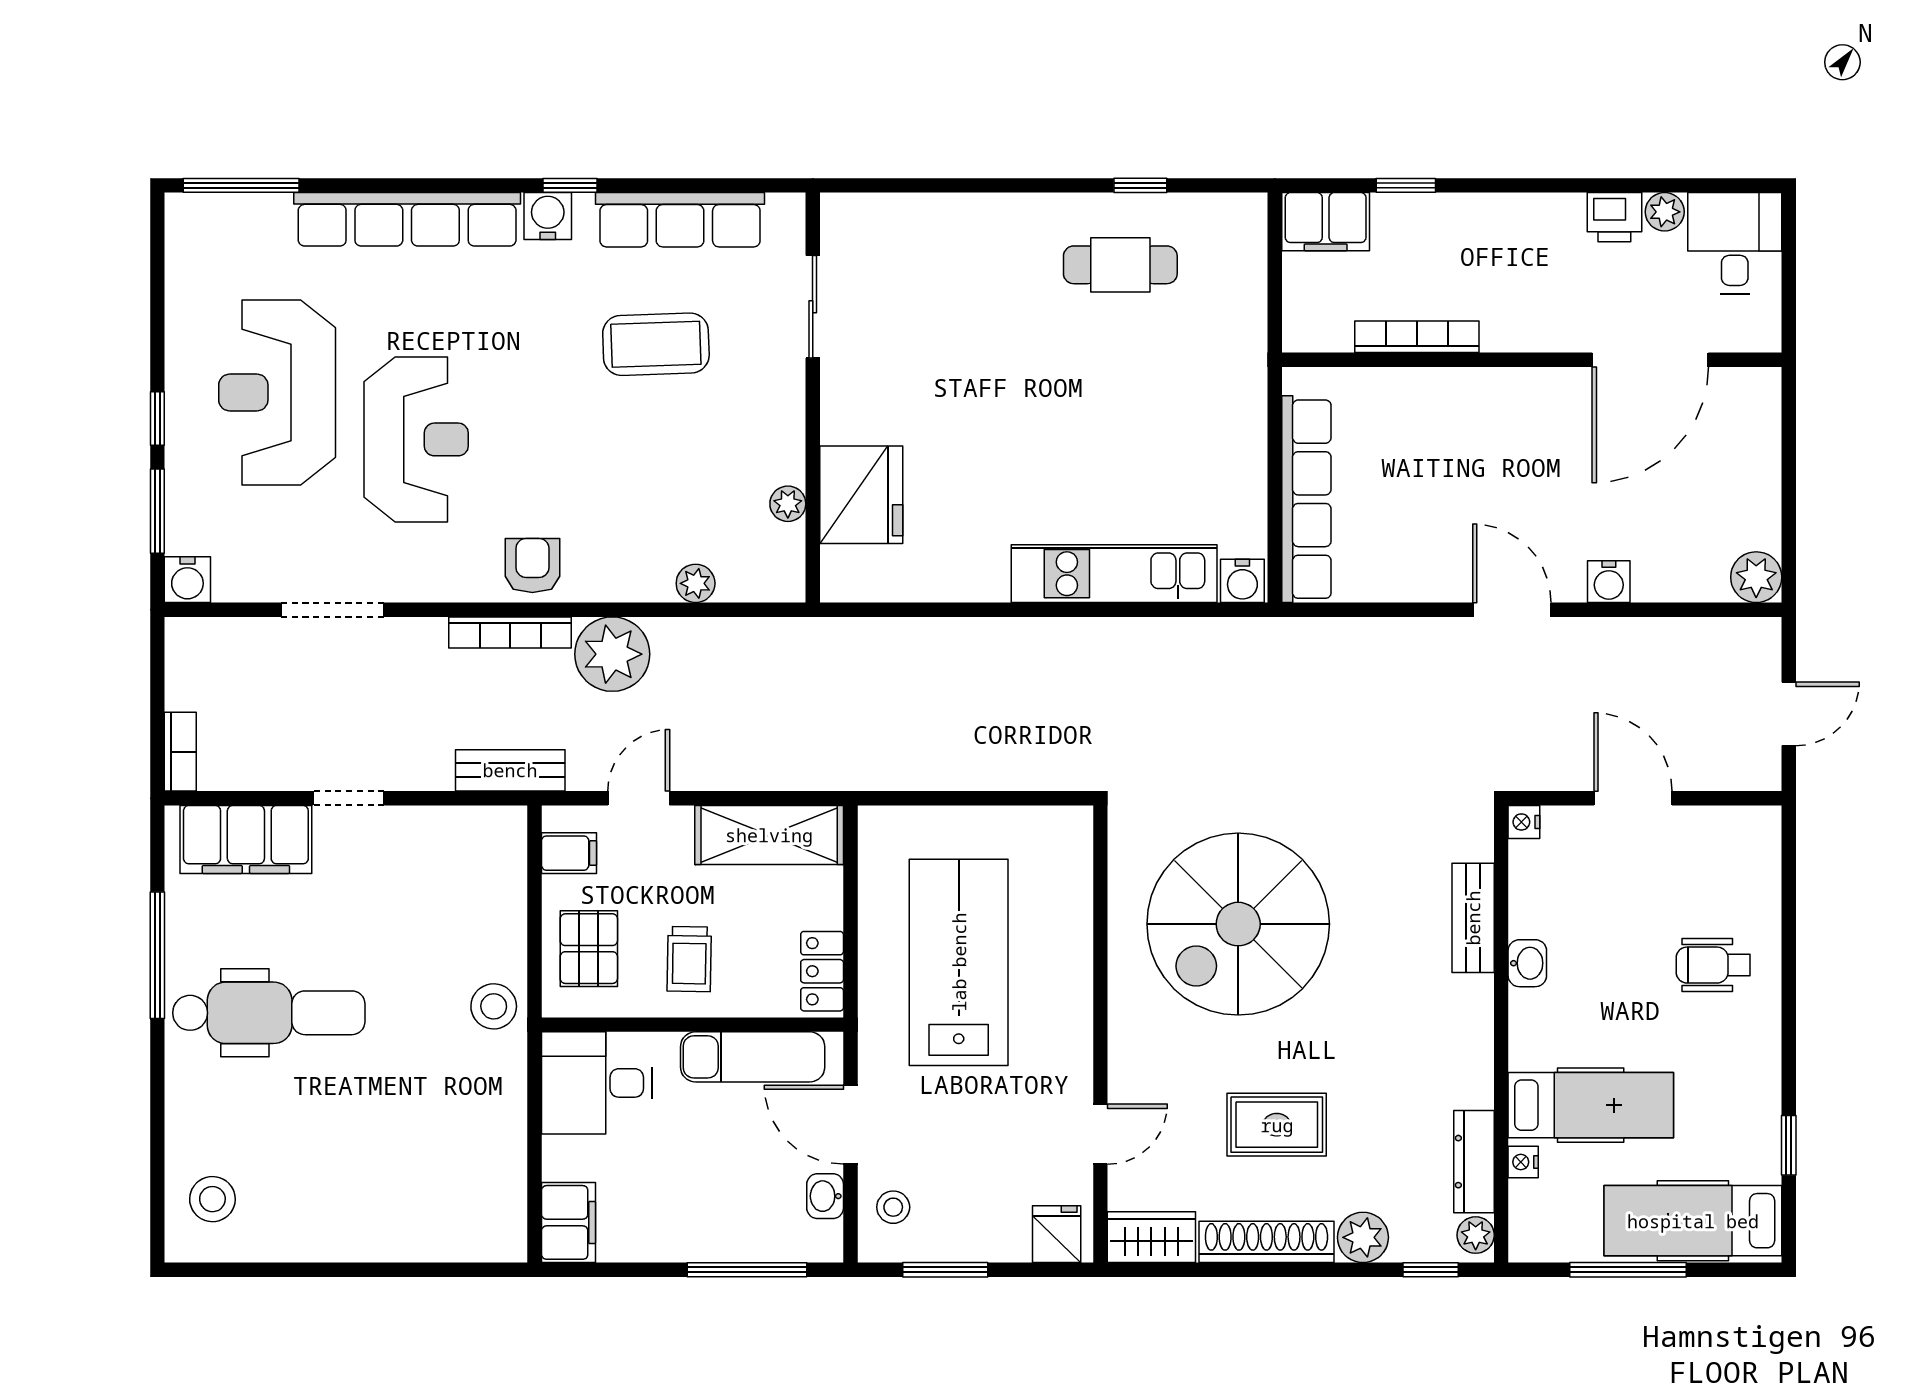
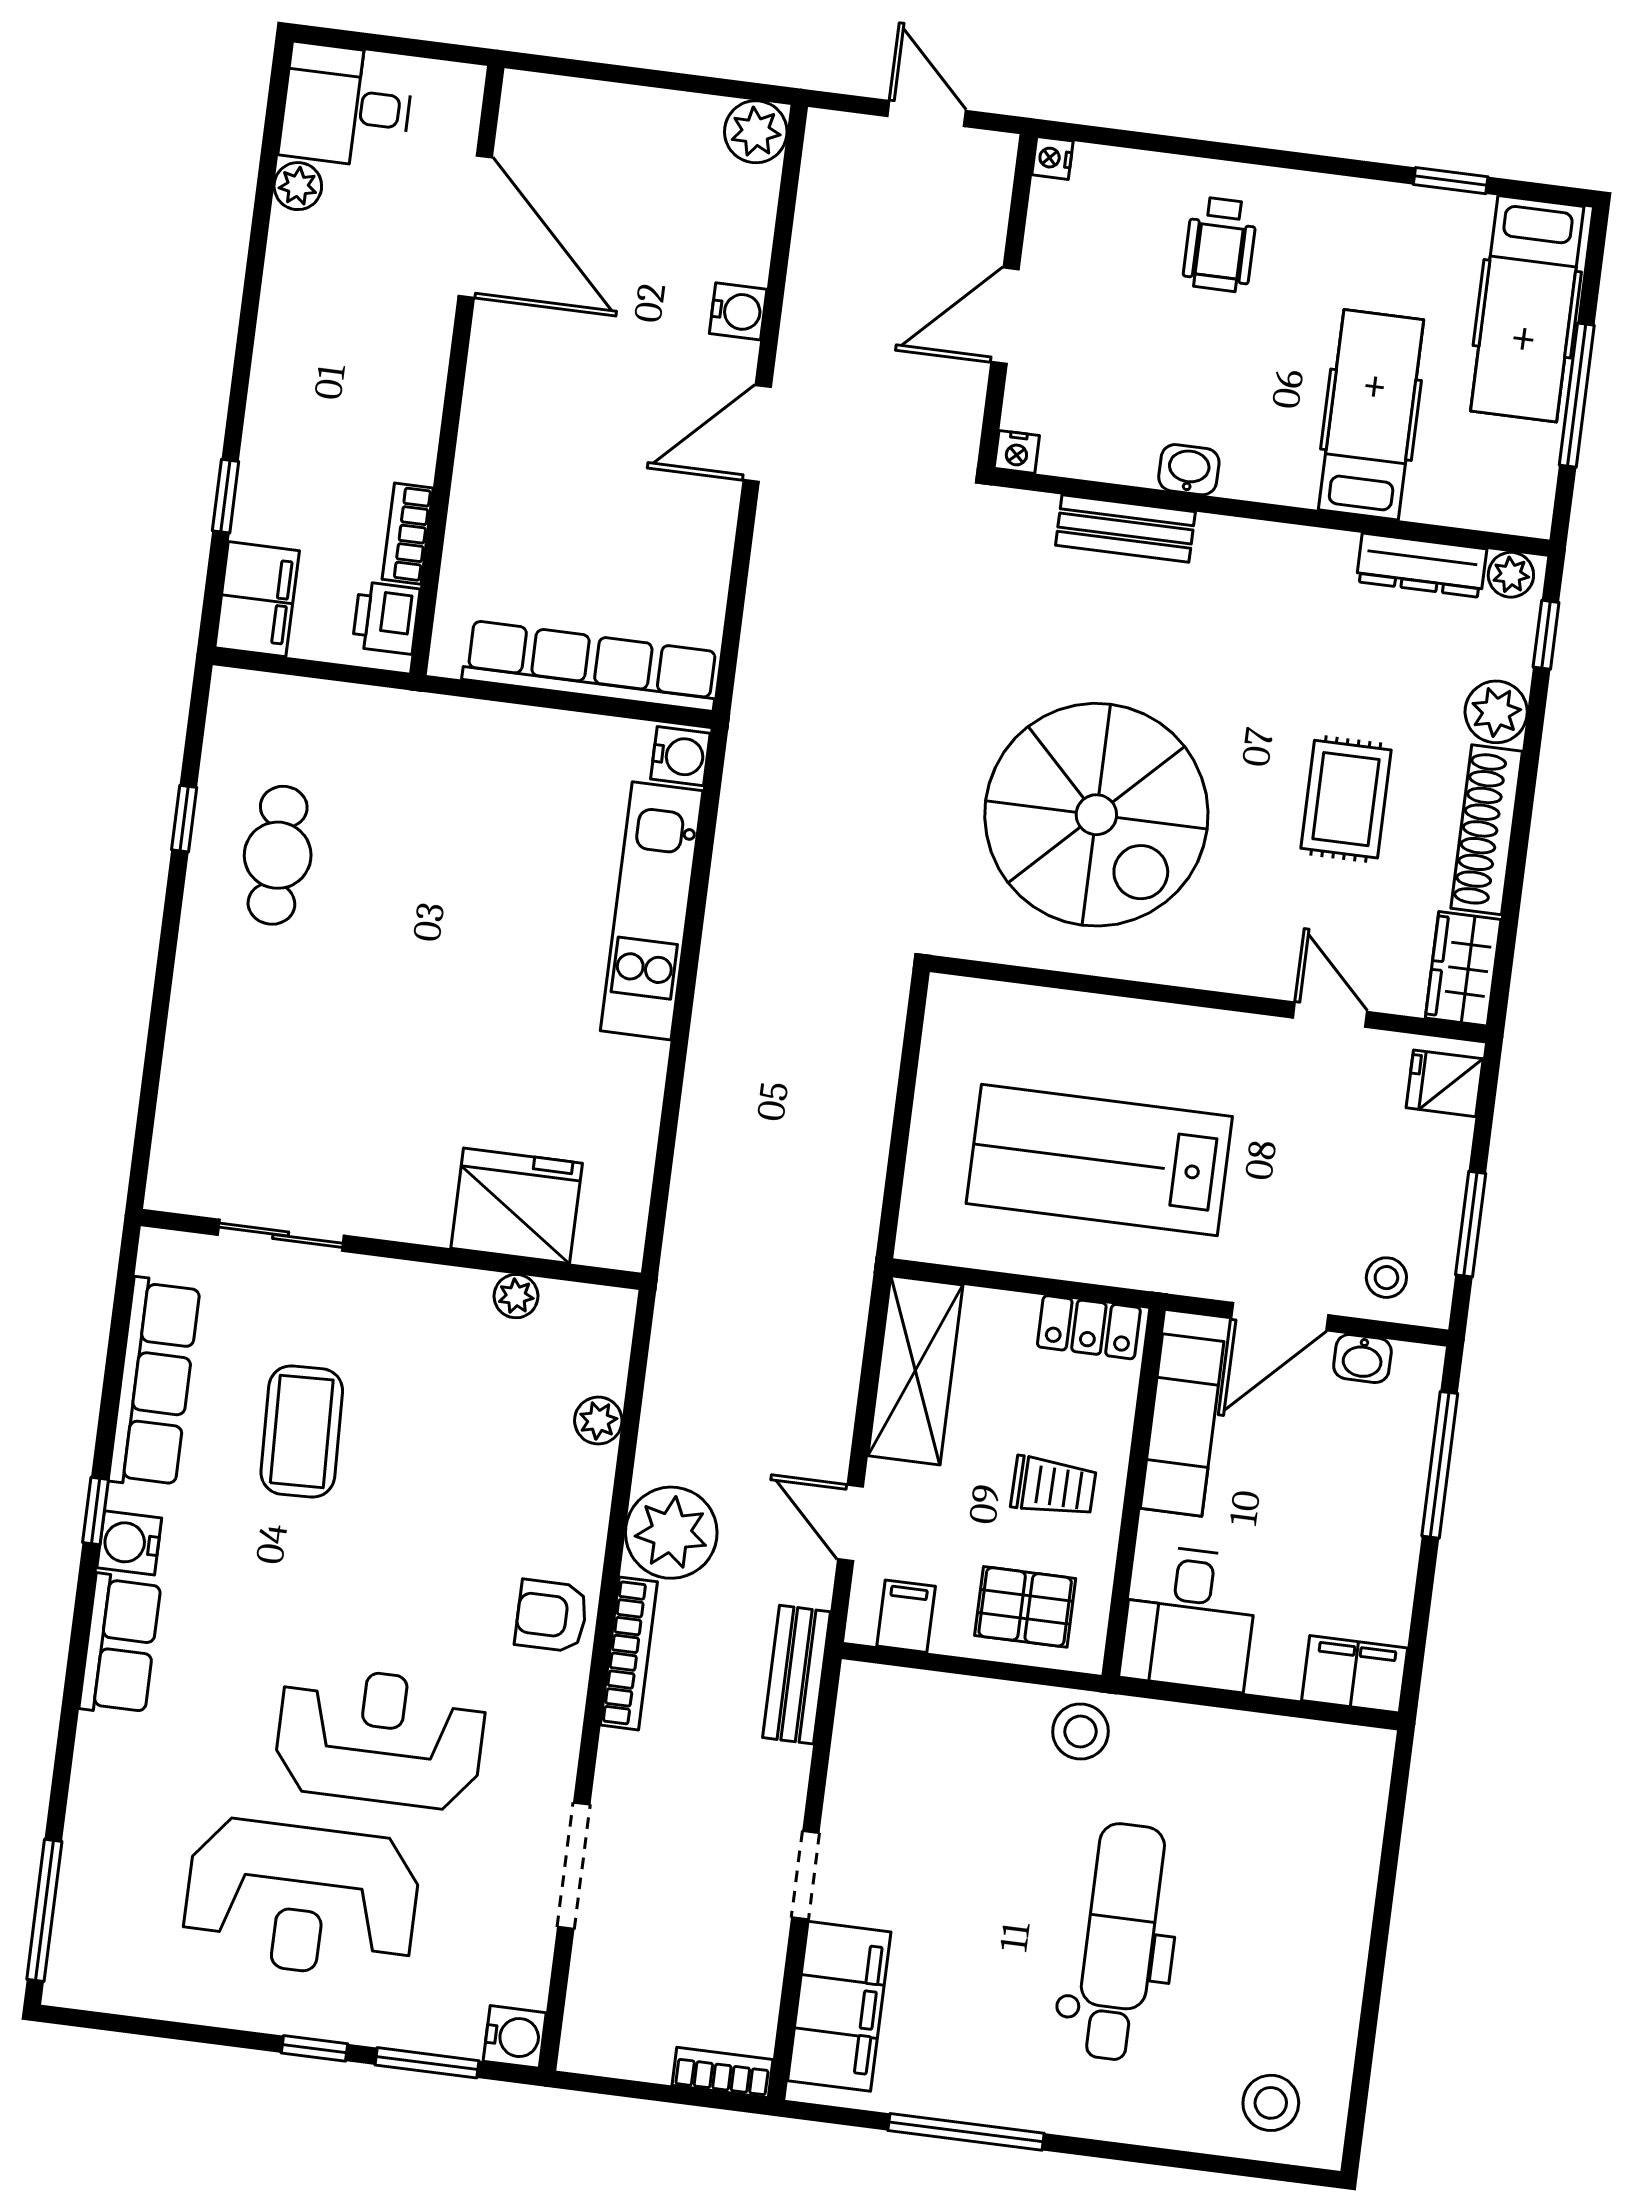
printer: (1614, 217) -> (386, 618), moved, turned 180
row of seats: (407, 219) -> (120, 1645), width x0.50
bookcase: (1417, 337) -> (408, 534), width x0.64
dental chair: (269, 1013) -> (1120, 1942), moved
nightstand: (1523, 1162) -> (1052, 158), moved, turned 90

